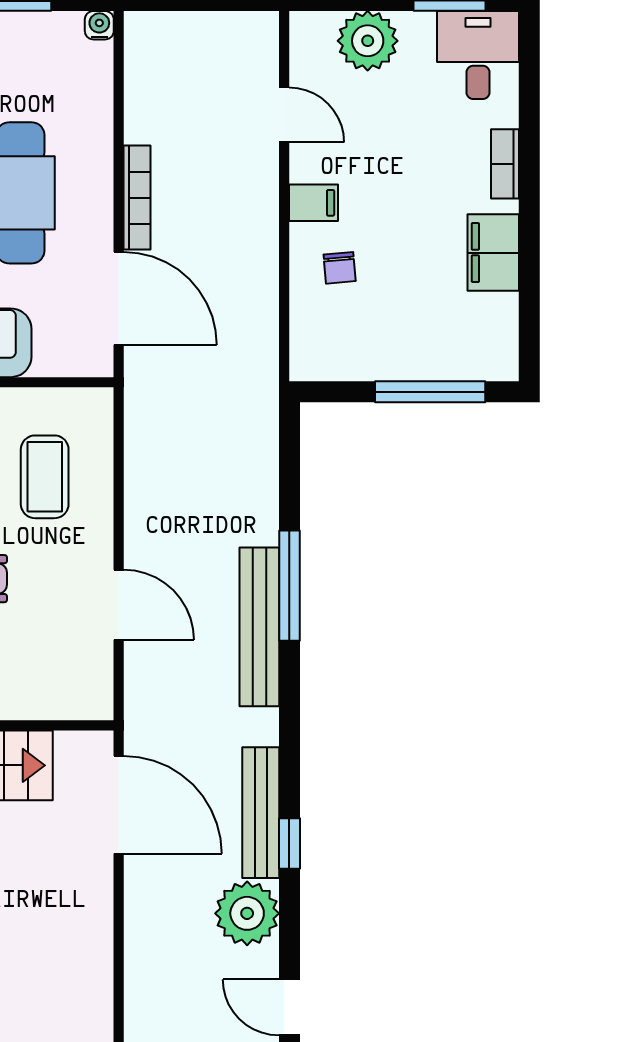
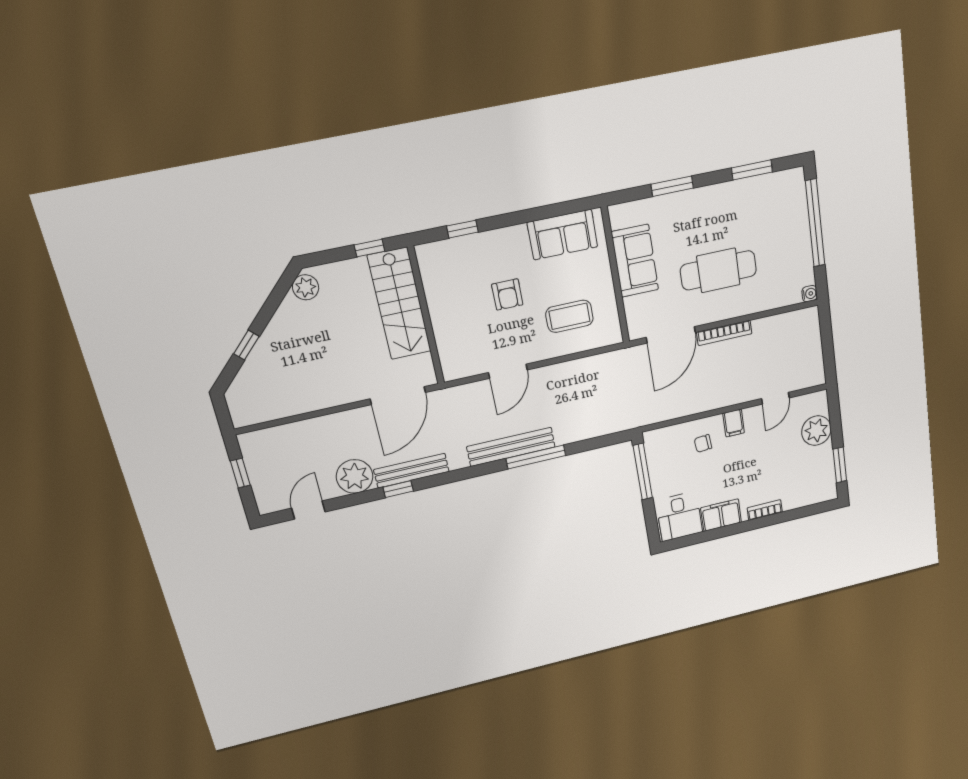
desk: (478, 55) -> (679, 516), moved, turned 90
window: (430, 392) -> (643, 472), moved

